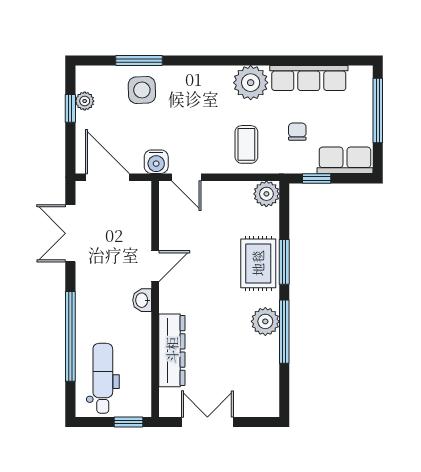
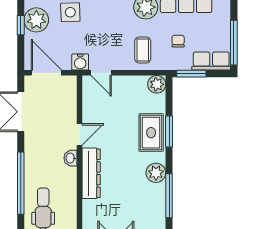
plant: (85, 101) -> (36, 20), width x1.88, depth x1.88
window: (378, 110) -> (234, 43), moved
window: (317, 178) -> (191, 74), width x1.50
window: (284, 332) -> (169, 196), moved
dresser: (172, 350) -> (91, 173), moved

